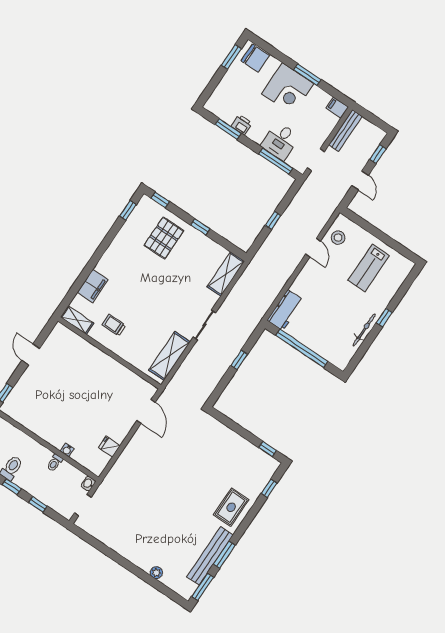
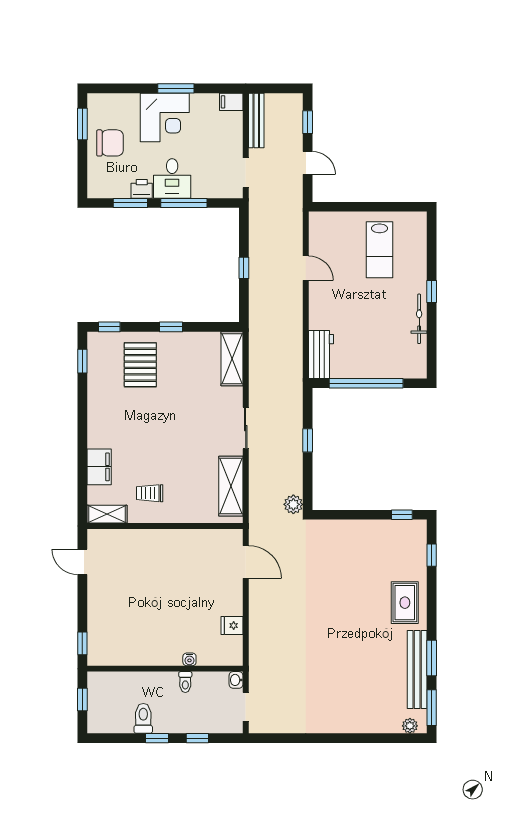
chair: (255, 58) -> (110, 143), moved
desk: (280, 141) -> (172, 178), moved
window: (276, 161) -> (184, 203), moved
stool: (338, 238) -> (325, 240), removed
door: (31, 355) -> (82, 562), moved
plant: (202, 395) -> (293, 504), added
plant: (156, 573) -> (410, 726), moved

